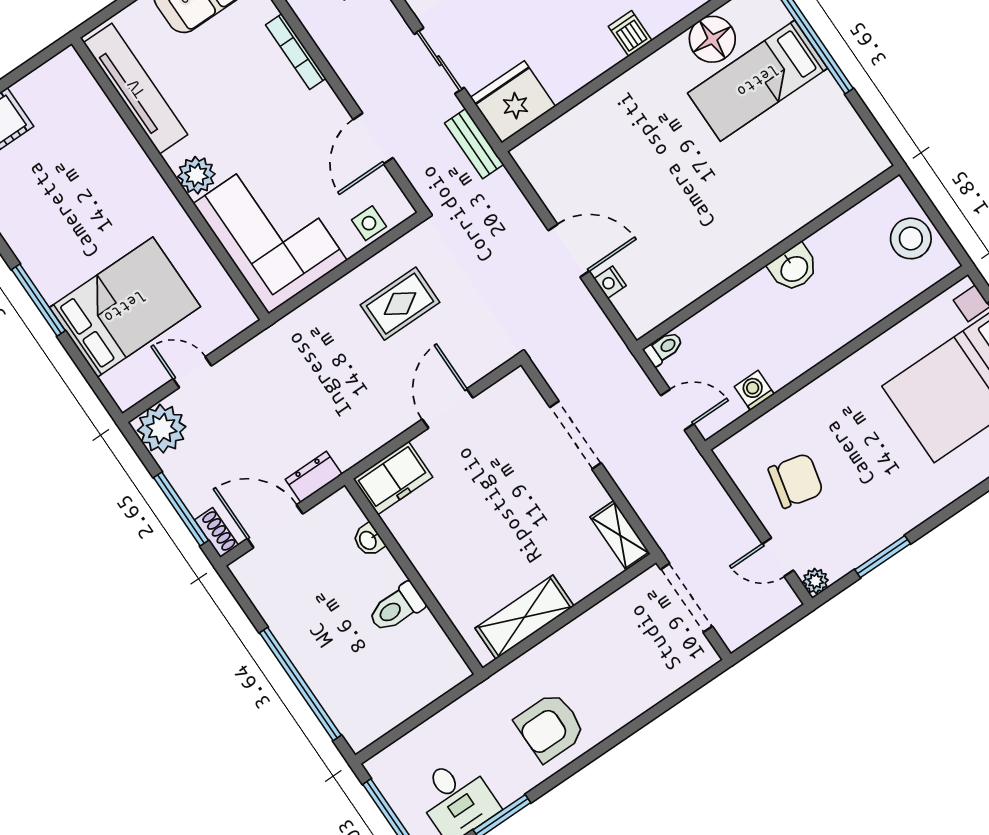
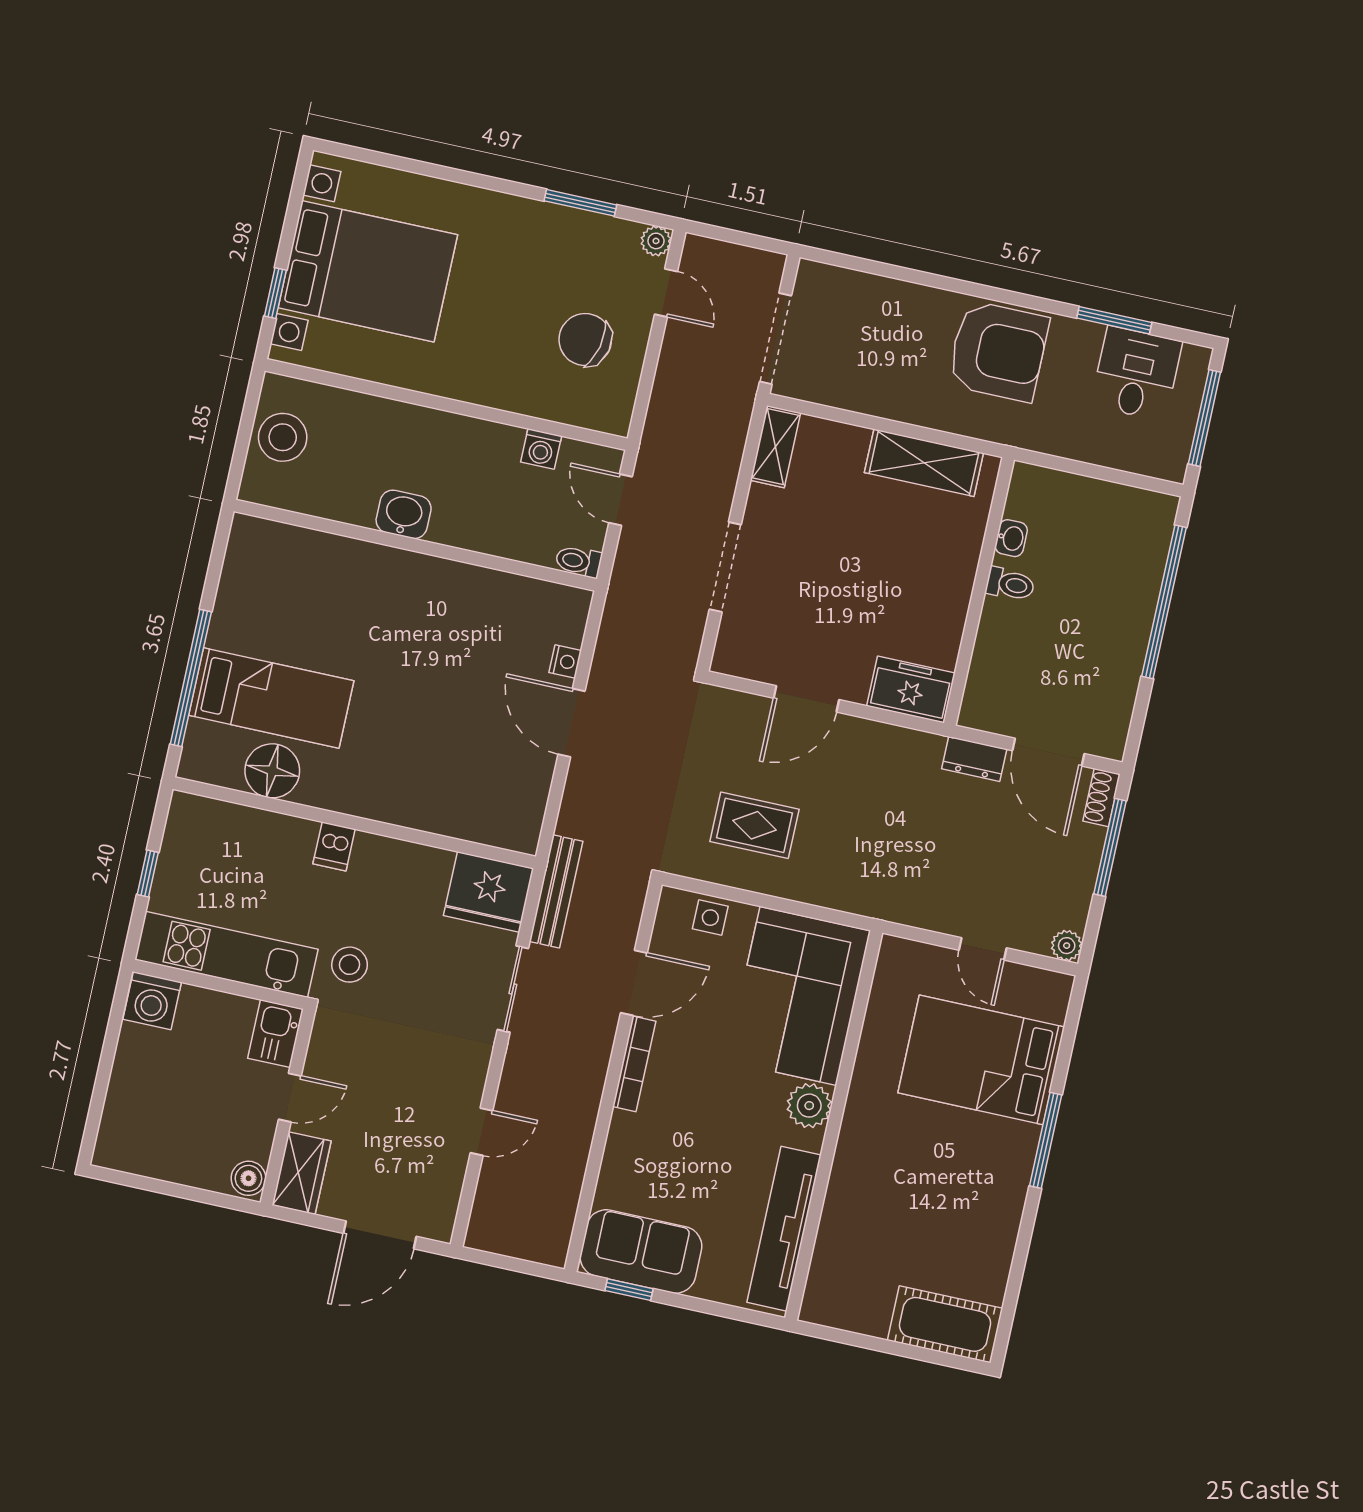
bookcase: (296, 52) -> (634, 1064), moved
bench: (474, 144) -> (556, 891), width x1.36
plant: (162, 429) -> (1067, 946), width x0.53, depth x0.53
washbasin: (368, 540) -> (1011, 538), moved
toilet: (396, 608) -> (1010, 584), width x0.73, depth x0.72
armchair: (550, 727) -> (998, 351), width x1.36, depth x1.36

